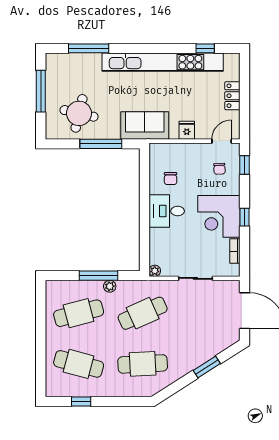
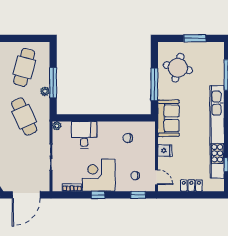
window: (41, 91) -> (195, 38), width x0.69
desk: (167, 211) -> (84, 135), moved
cafe table: (79, 313) -> (24, 67), turned 30

